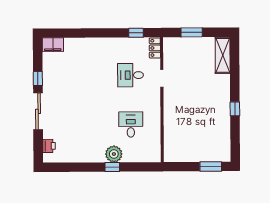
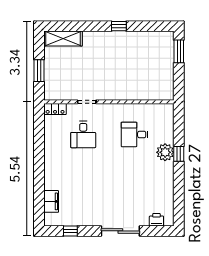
window: (136, 33) -> (39, 129), removed
filing cabinet: (53, 45) -> (51, 201), moved
window: (38, 79) -> (70, 231), moved

